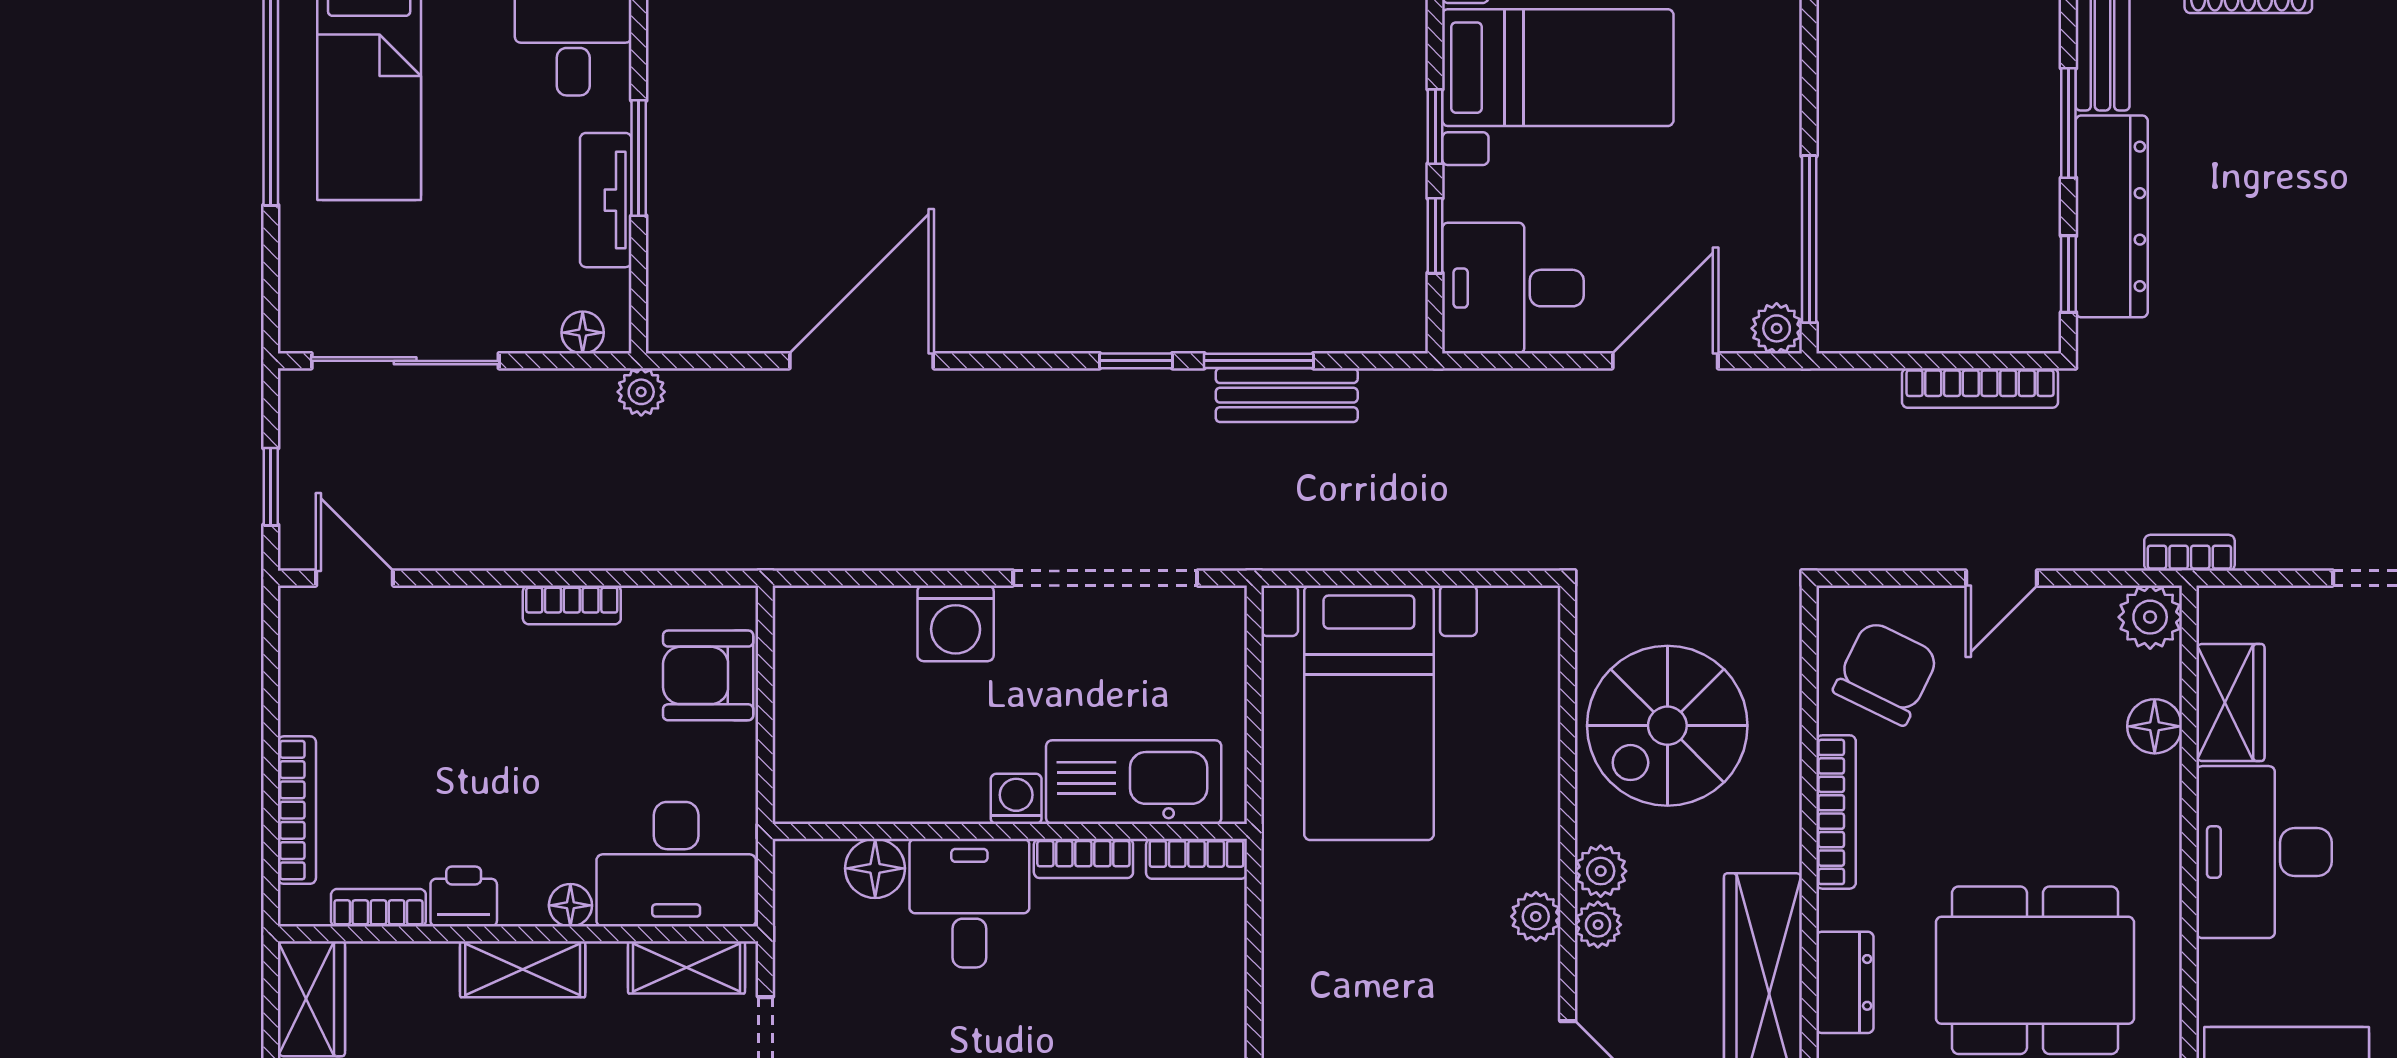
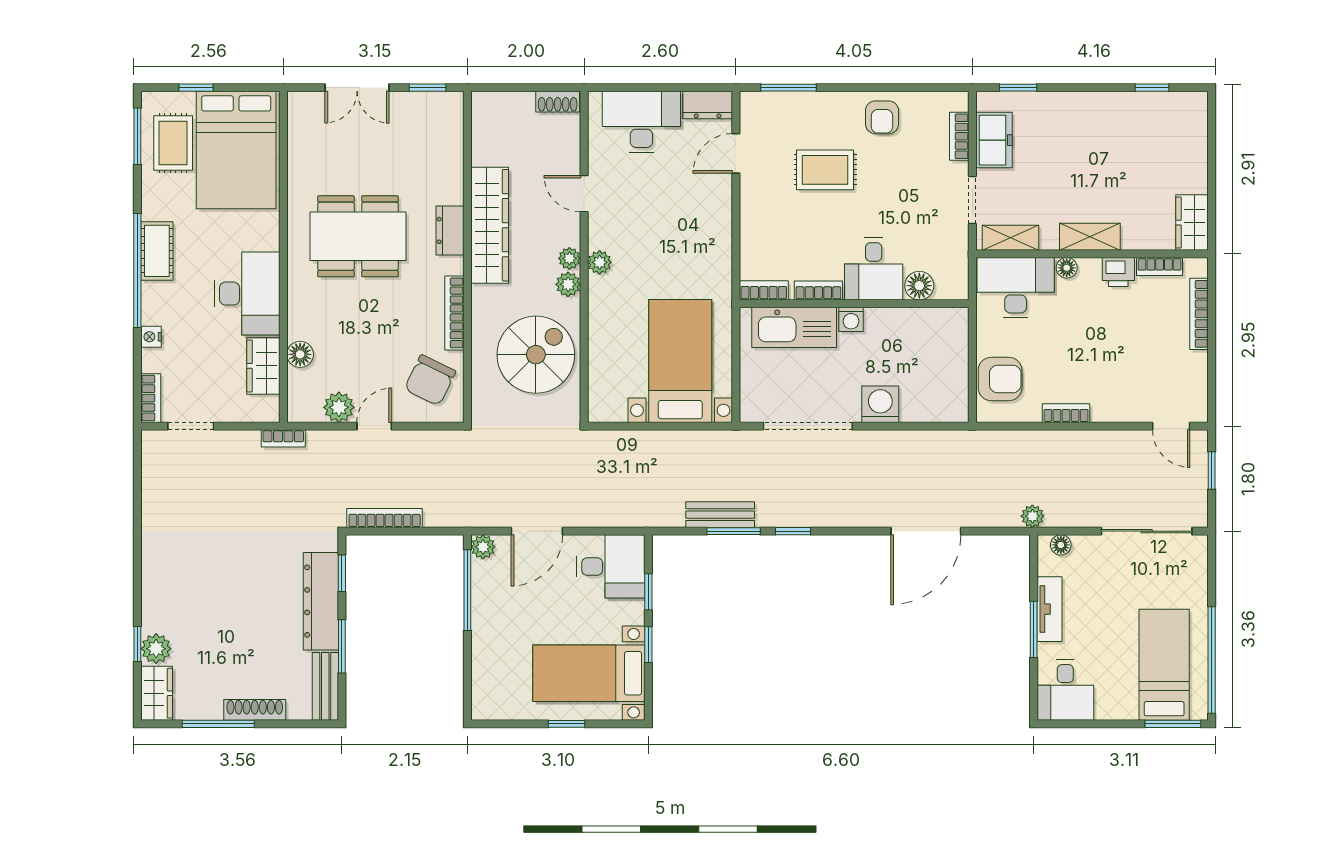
plant: (2150, 617) -> (339, 407), moved

